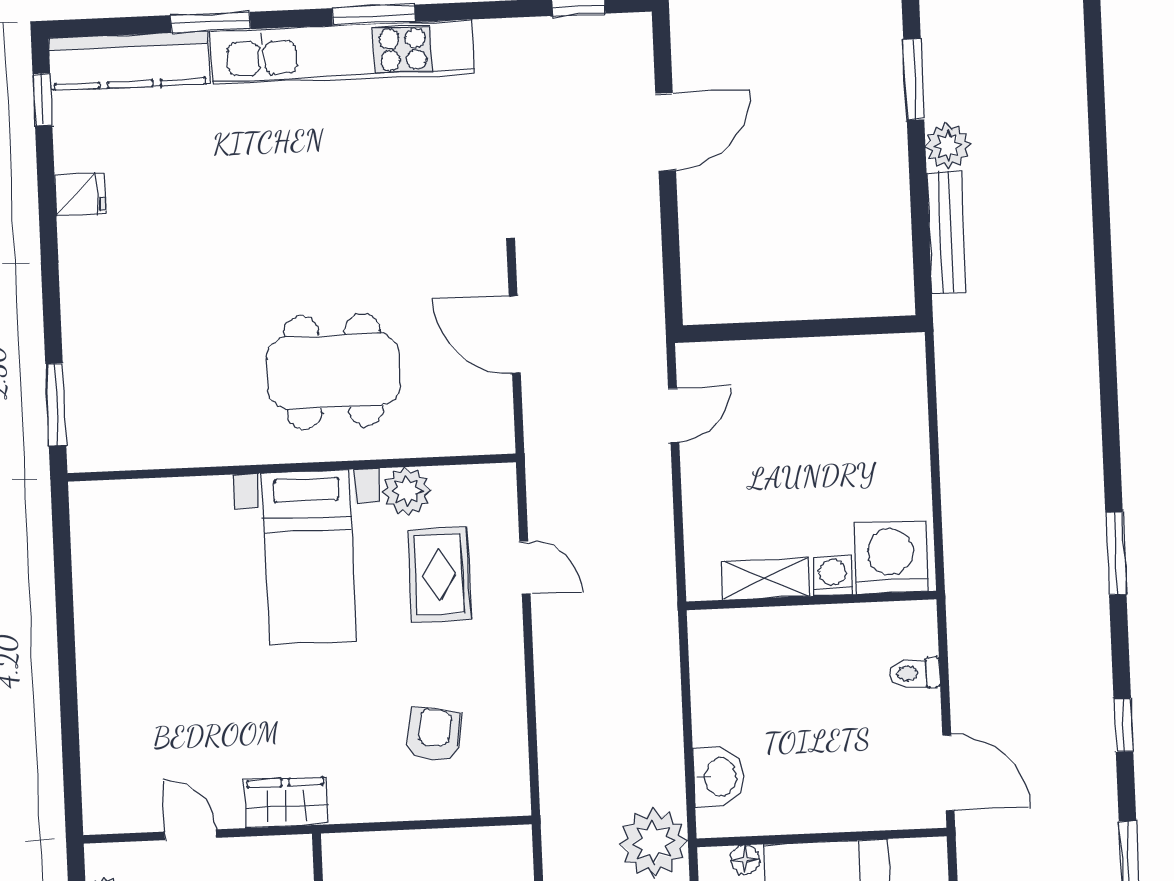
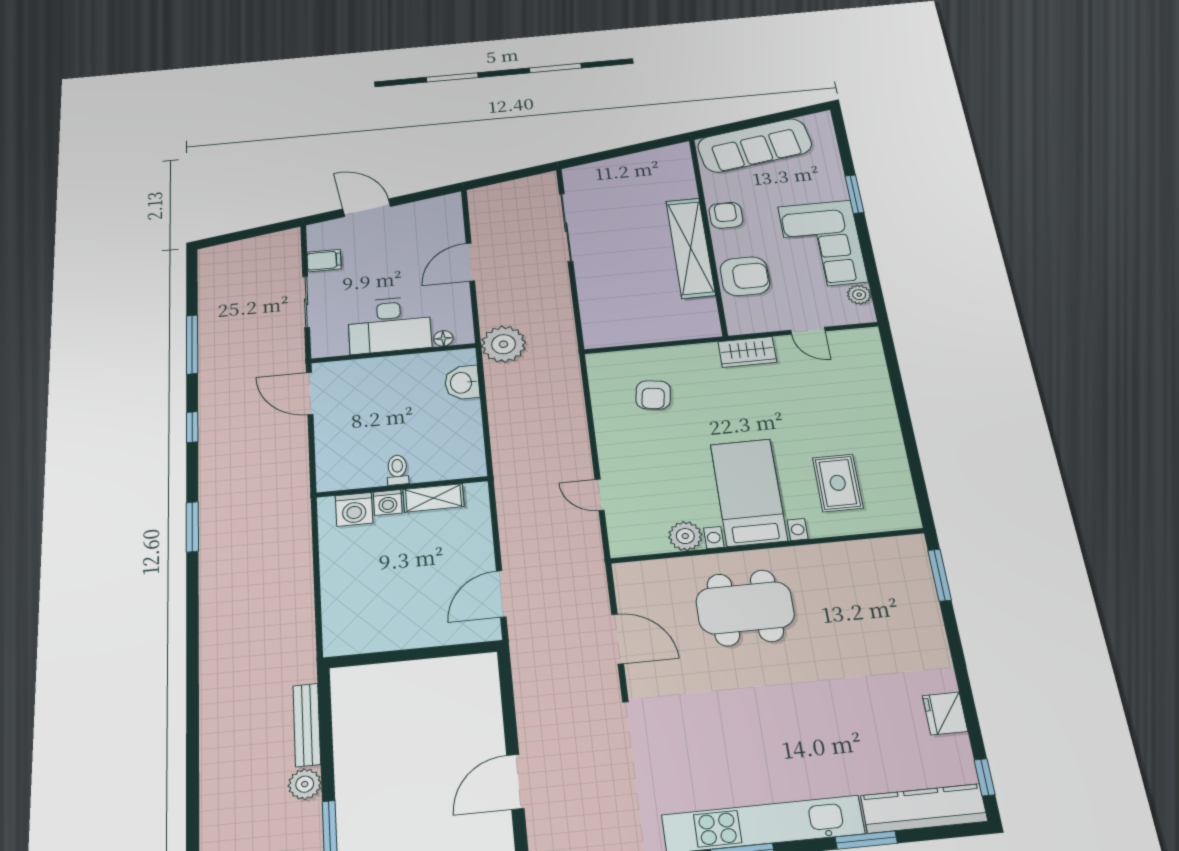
fridge: (80, 194) -> (945, 713), width x1.38
door: (674, 415) -> (501, 594), width x1.38
washing machine: (891, 557) -> (354, 509), width x0.73, depth x0.73
rug: (440, 575) -> (838, 483), moved
toilet: (914, 673) -> (397, 470), moved, turned -90

